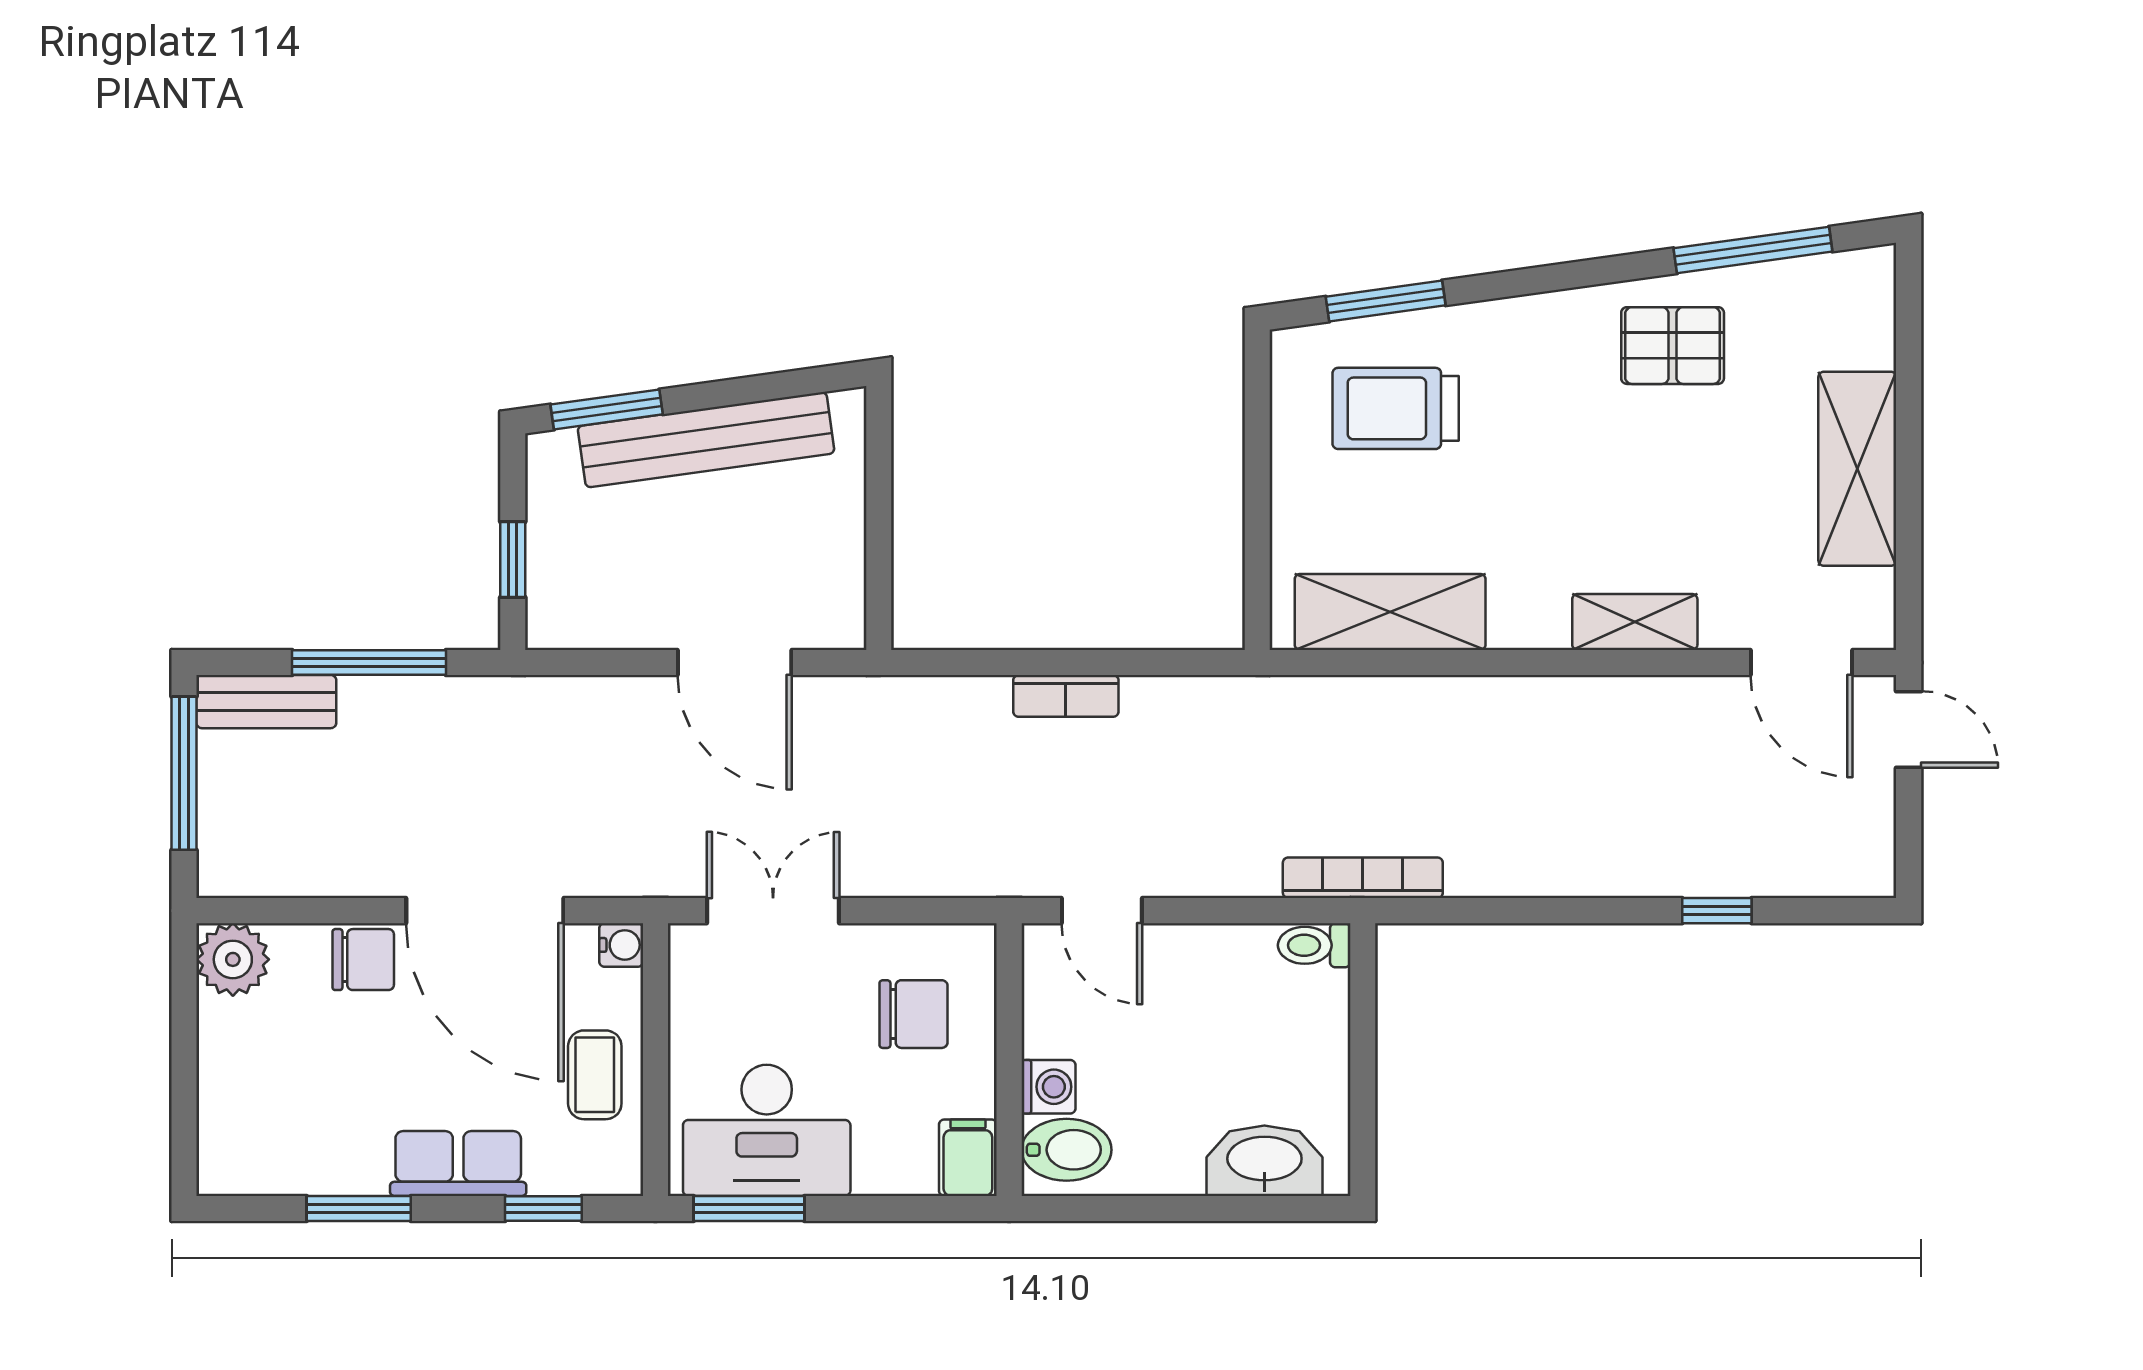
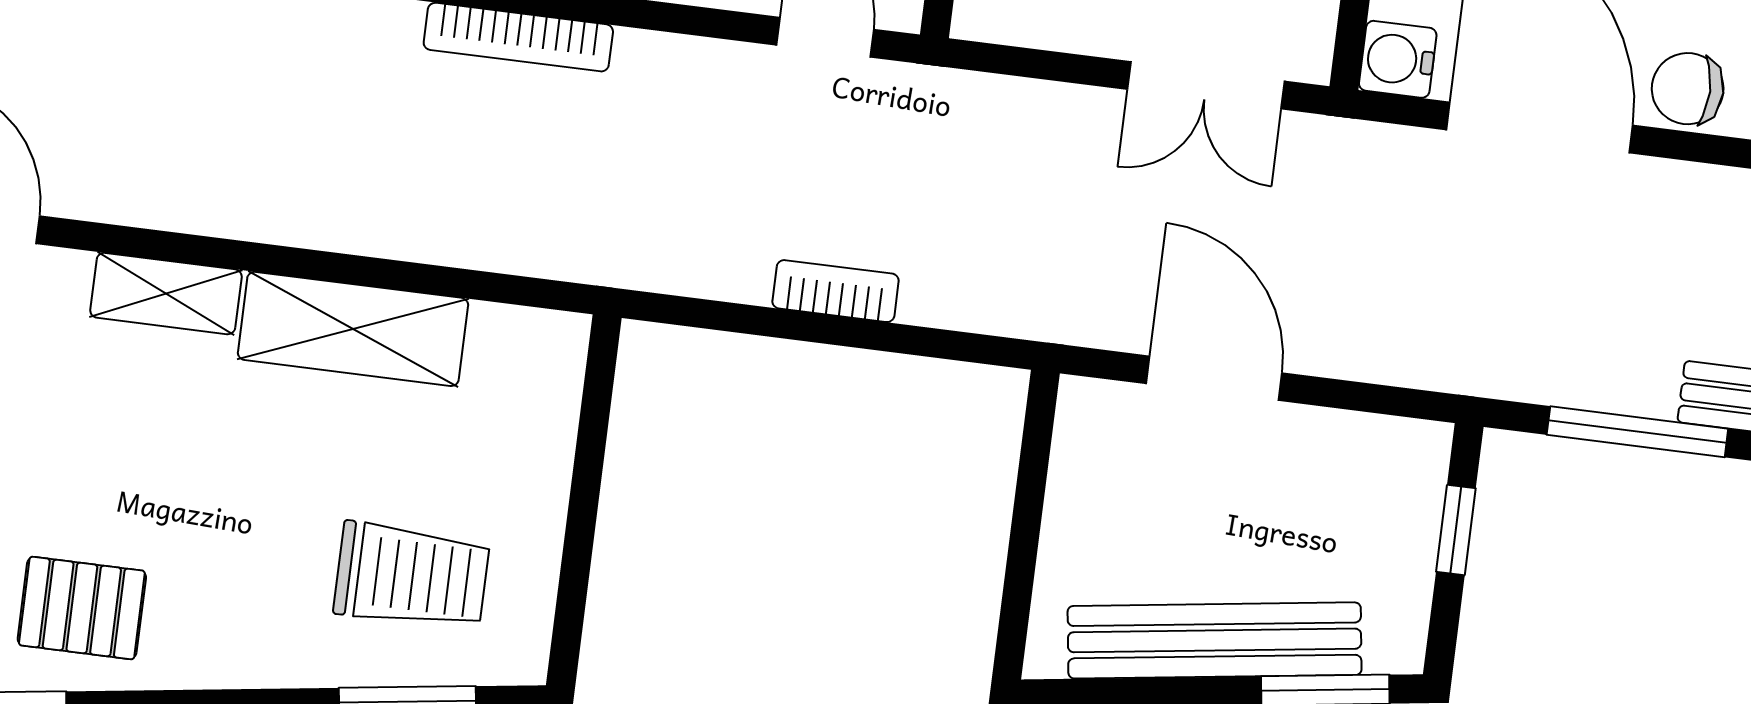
shelving: (1390, 612) -> (353, 329), moved
water cooler: (621, 945) -> (1398, 59), width x1.38, depth x1.38

